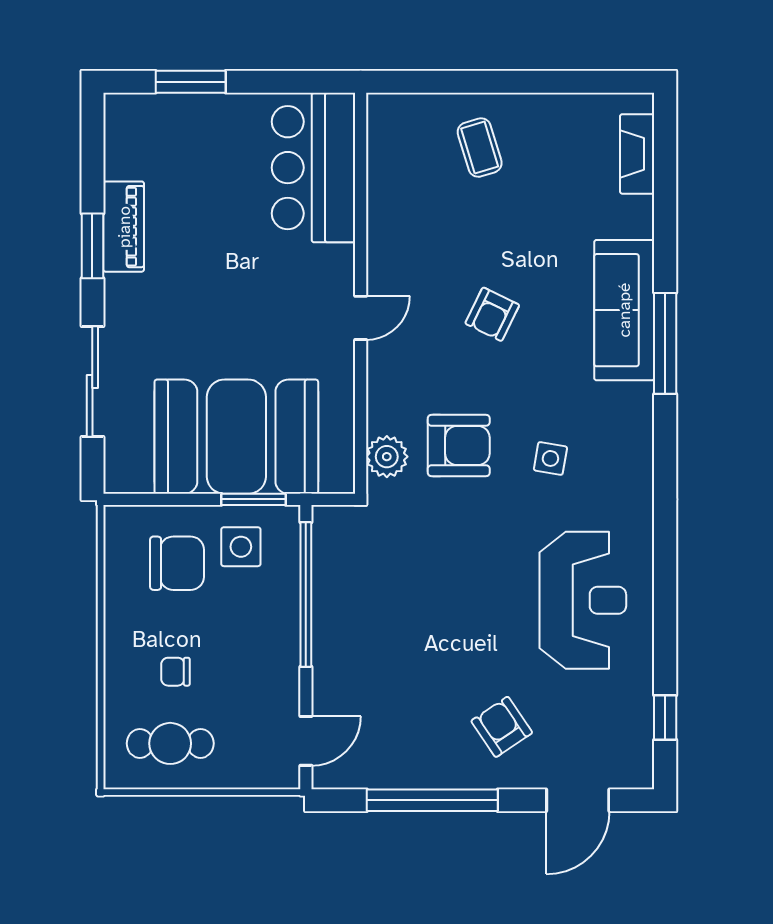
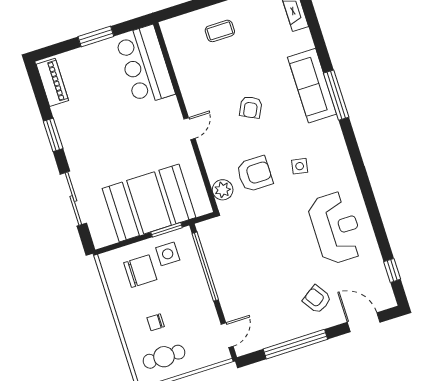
window: (191, 82) -> (96, 37), moved
coffee table: (480, 148) -> (220, 31), turned -73
piano: (124, 227) -> (52, 82), moved
door: (578, 800) -> (364, 322), swing flipped

